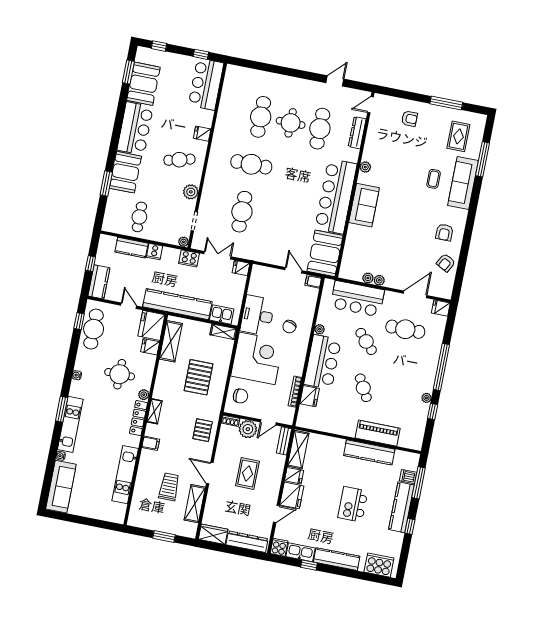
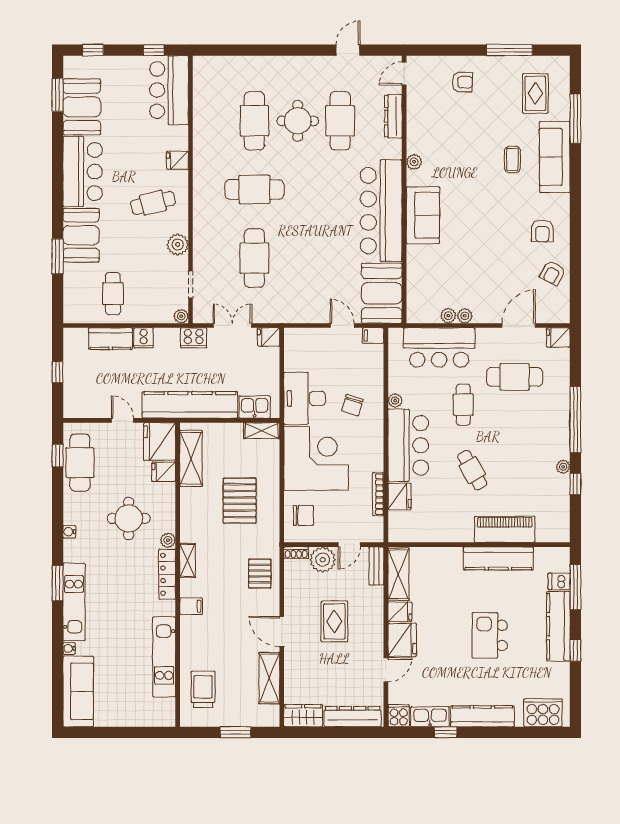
kitchen counter: (99, 282) -> (74, 395), removed
cafe table: (366, 341) -> (463, 405), turned 43
trolley: (169, 487) -> (203, 689), moved

